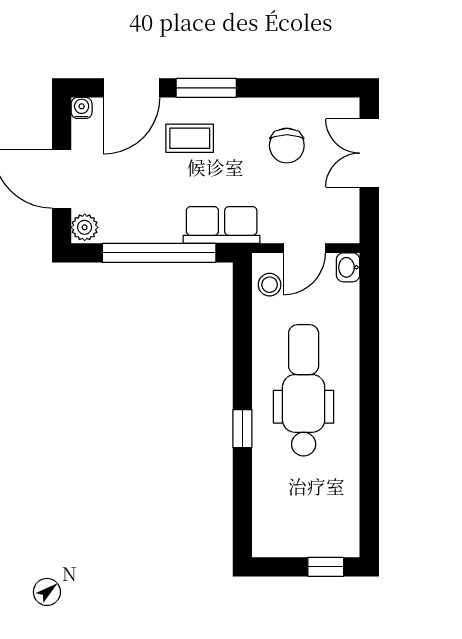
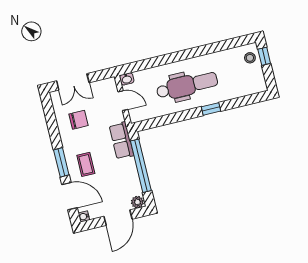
stool: (270, 285) -> (250, 58), moved
dental chair: (304, 390) -> (187, 86), turned 180

